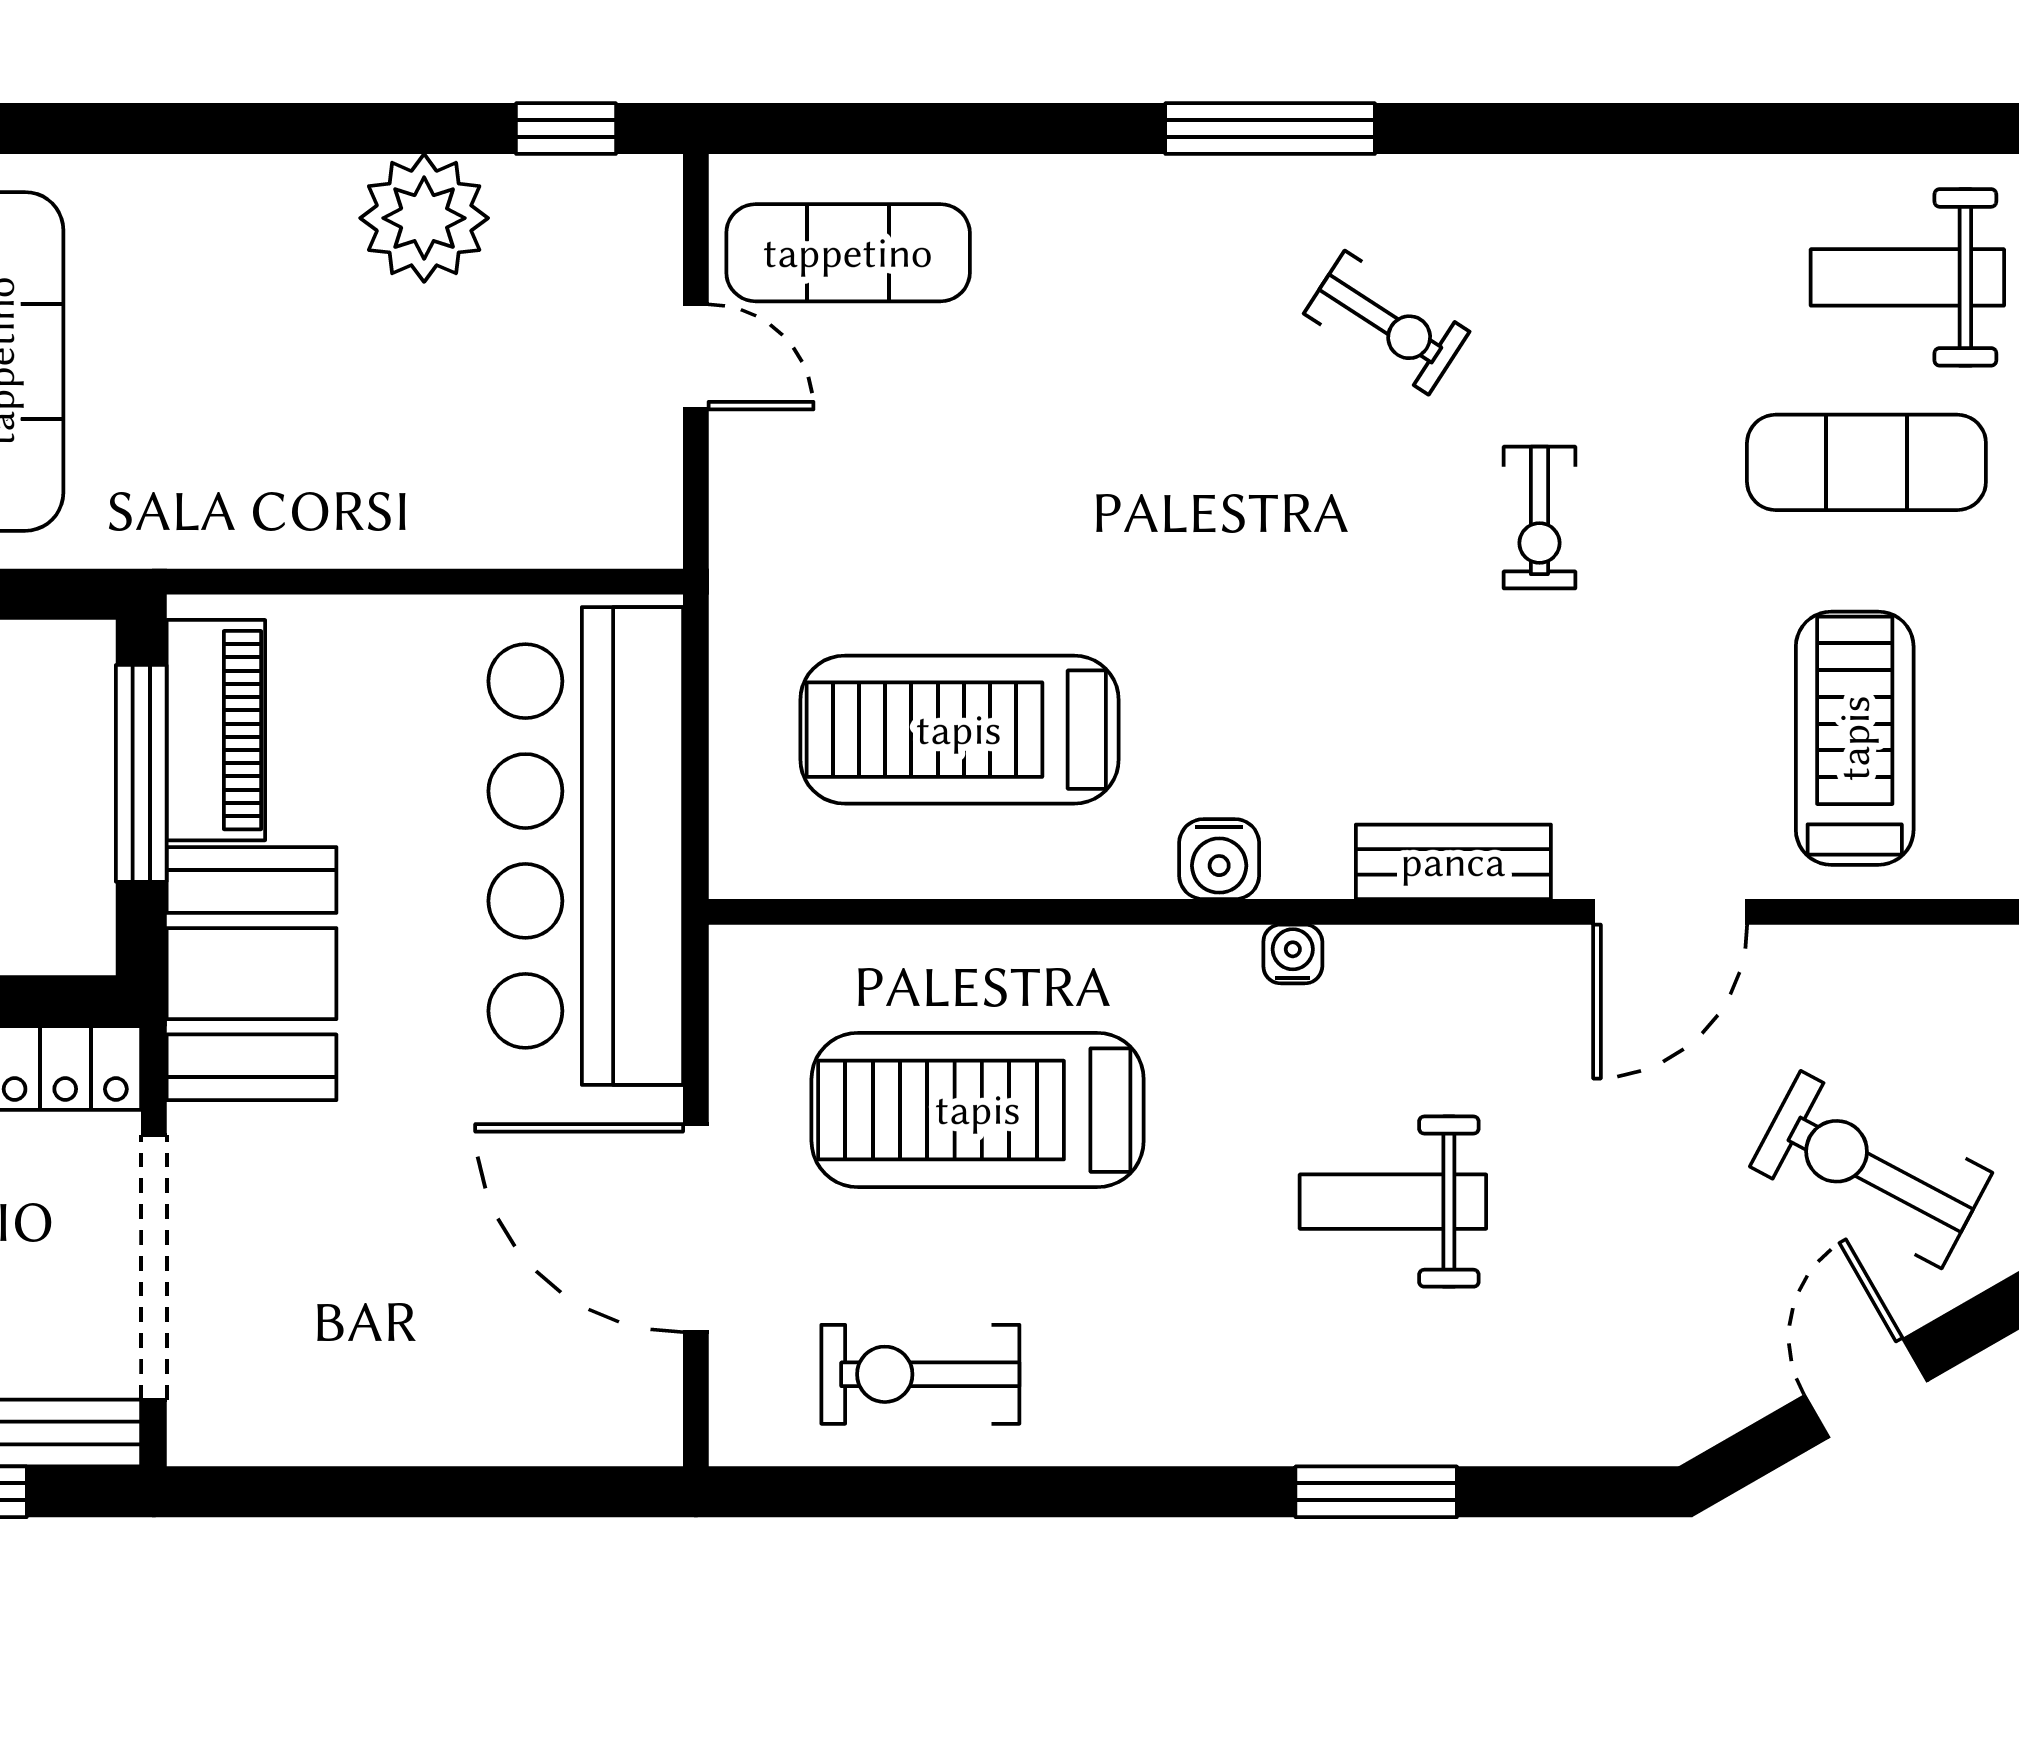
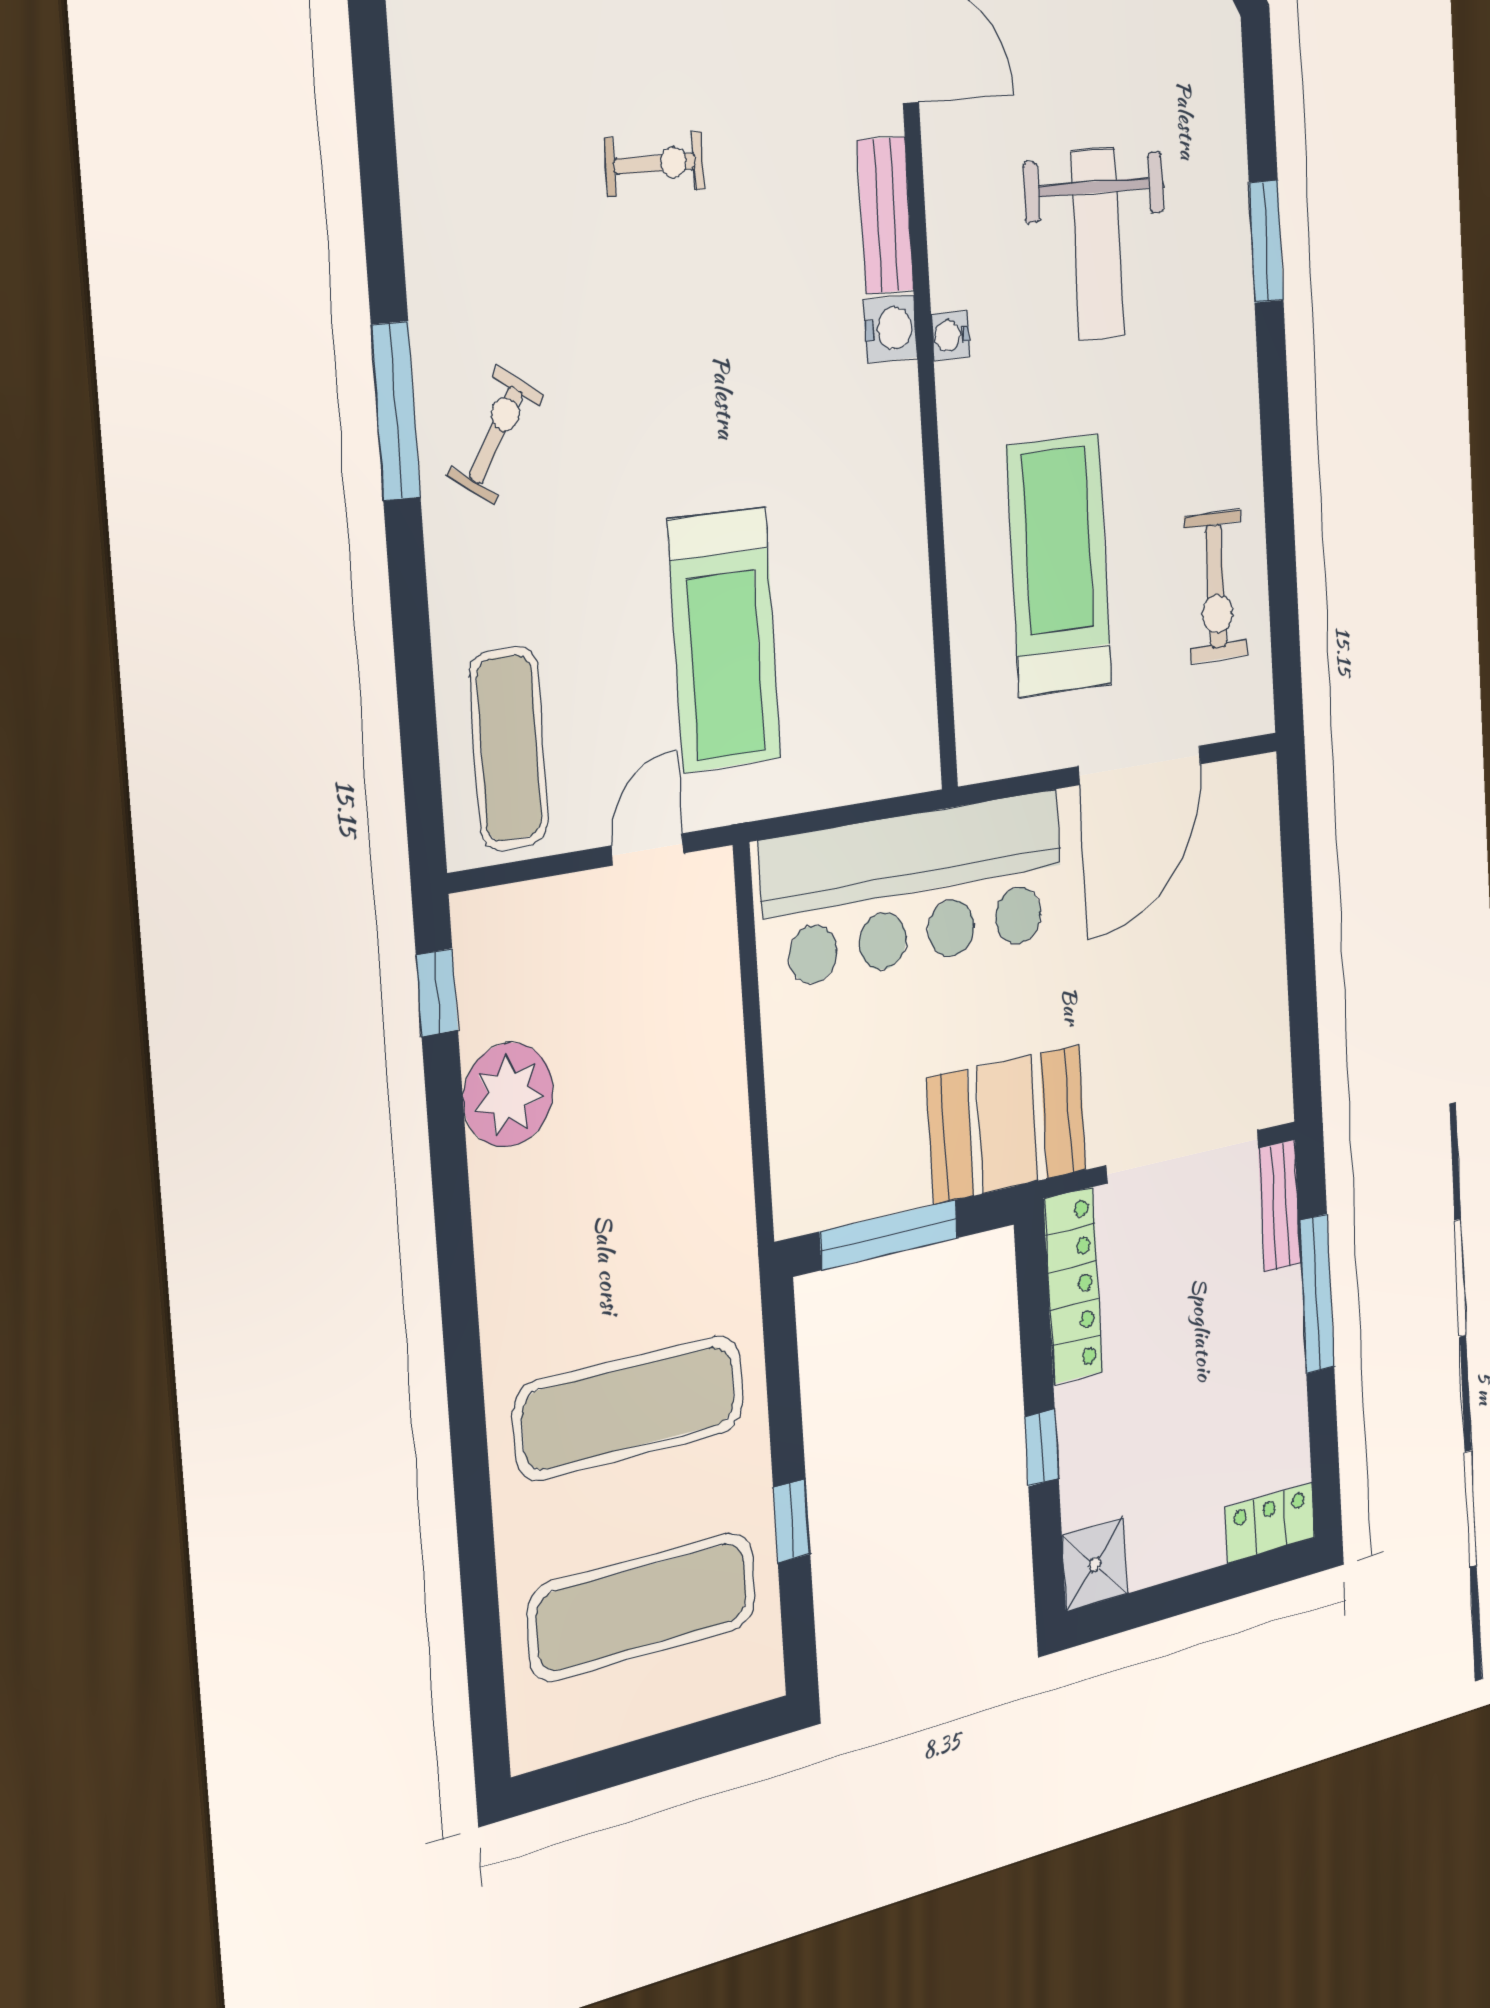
exercise bike: (1387, 323) -> (496, 435), moved
door: (696, 357) -> (647, 849), moved
piano: (216, 730) -> (859, 1185), removed
treadmill: (959, 730) -> (724, 640), moved
water cooler: (1219, 859) -> (890, 329), moved
treadmill: (978, 1110) -> (1059, 565), turned 180
weight bench: (1393, 1202) -> (1097, 244), width x1.36, depth x1.33

